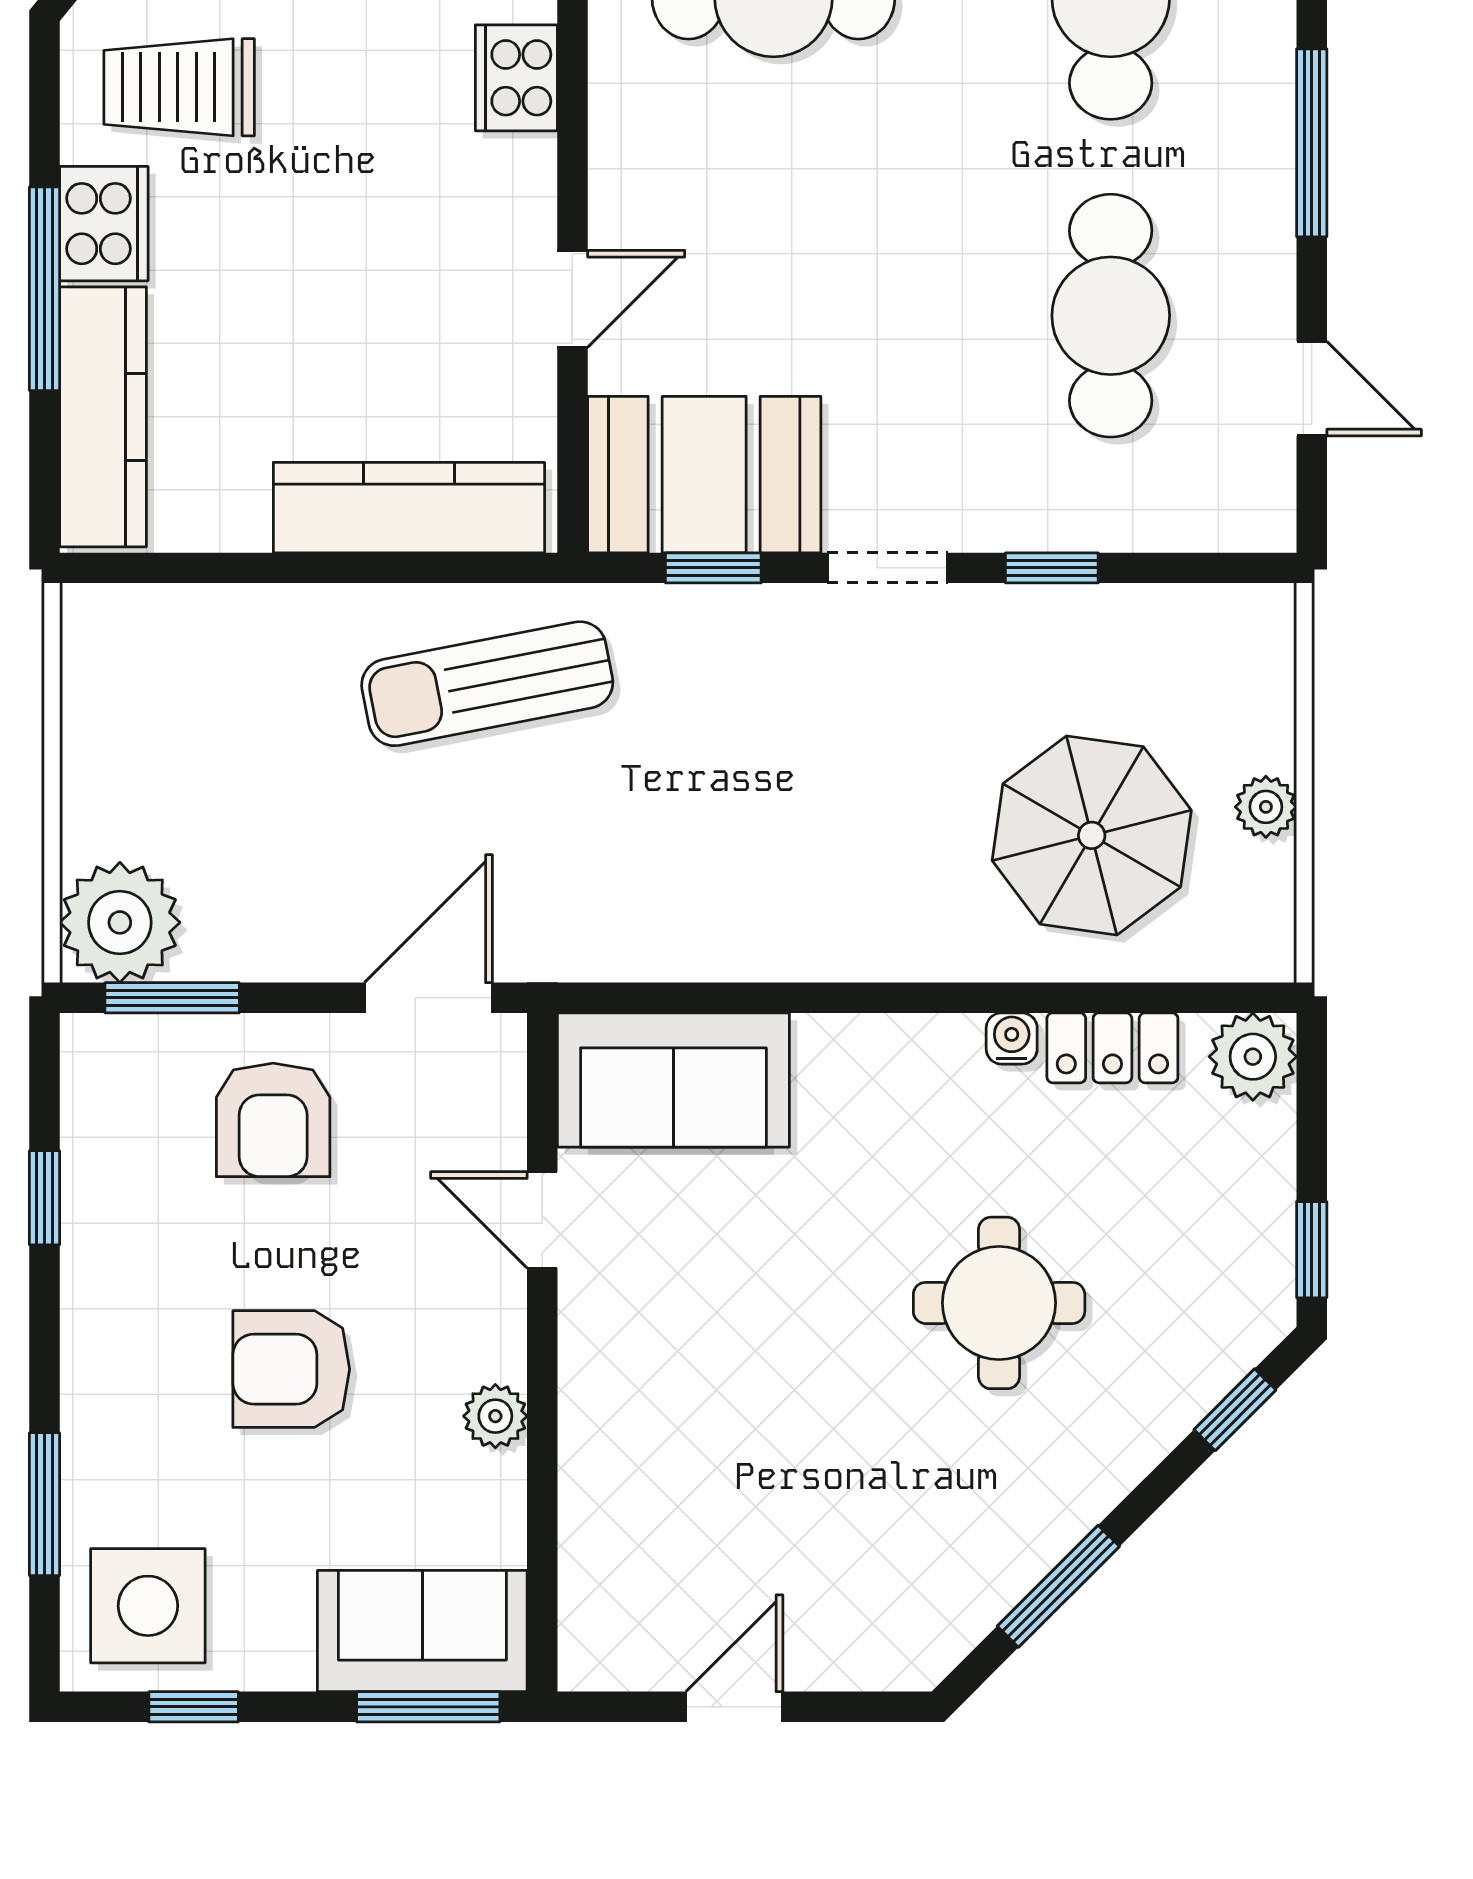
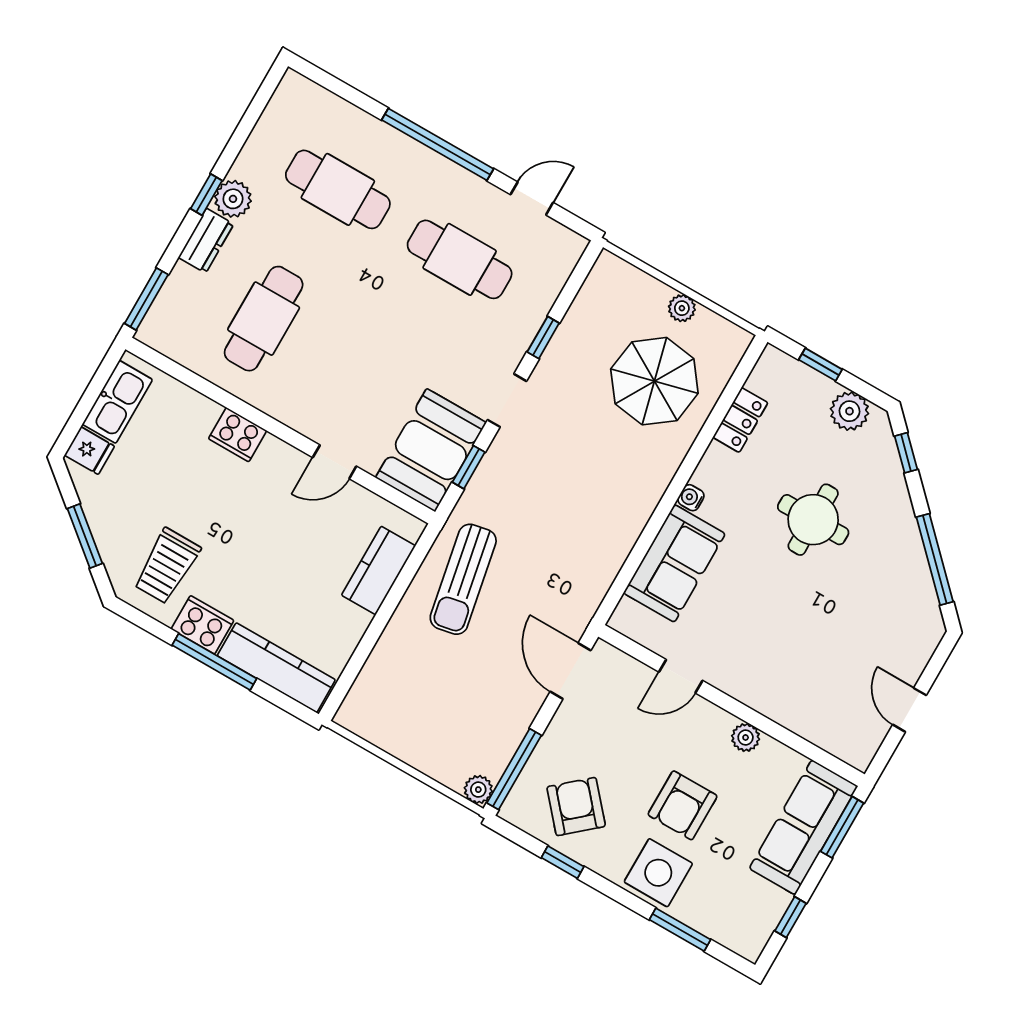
window: (1312, 143) -> (438, 144), width x1.46
door: (572, 299) -> (335, 462), swing flipped
kitchen counter: (409, 508) -> (378, 570), width x0.67
plant: (120, 922) -> (478, 790), width x0.53, depth x0.53
window: (172, 998) -> (514, 769), width x1.44
water cooler: (1012, 1038) -> (691, 498), moved
plant: (1253, 1057) -> (850, 411), moved
sofa: (673, 1080) -> (674, 563), moved
armchair: (273, 1120) -> (576, 807), moved, turned -131
window: (1312, 1250) -> (820, 364), moved
window: (1058, 1586) -> (935, 559), width x1.44
side table: (148, 1606) -> (658, 873), moved
sofa: (422, 1631) -> (803, 827), width x1.36

